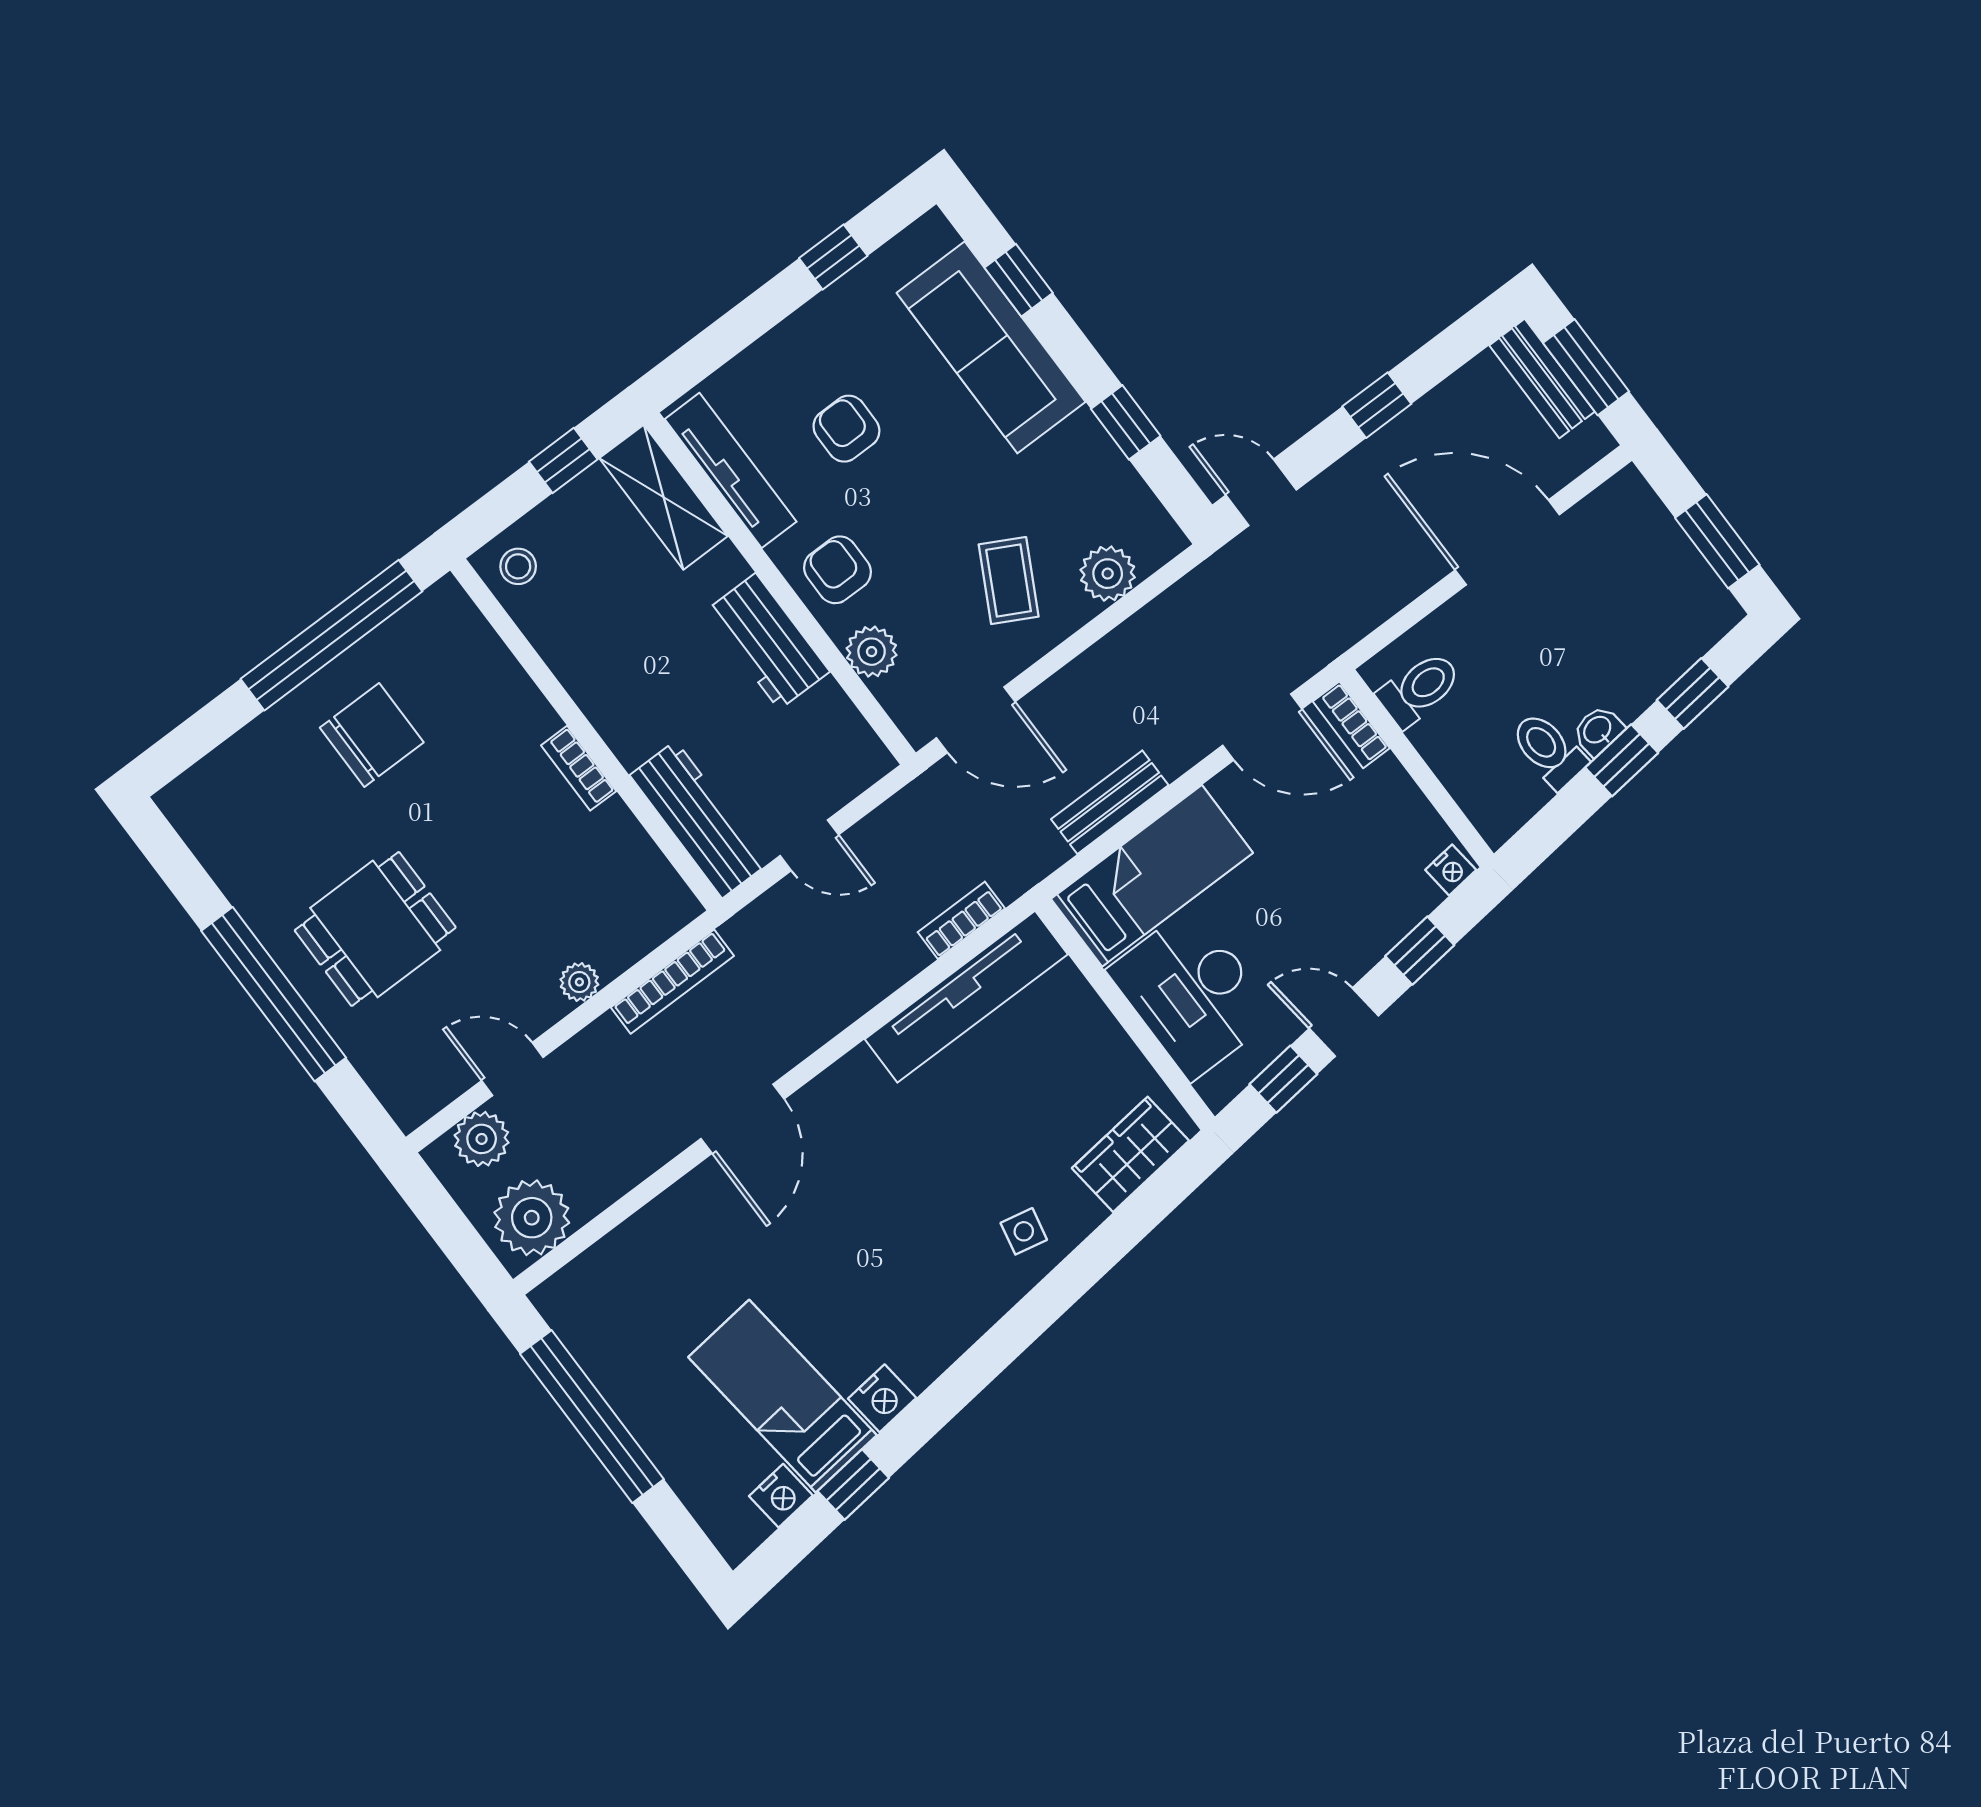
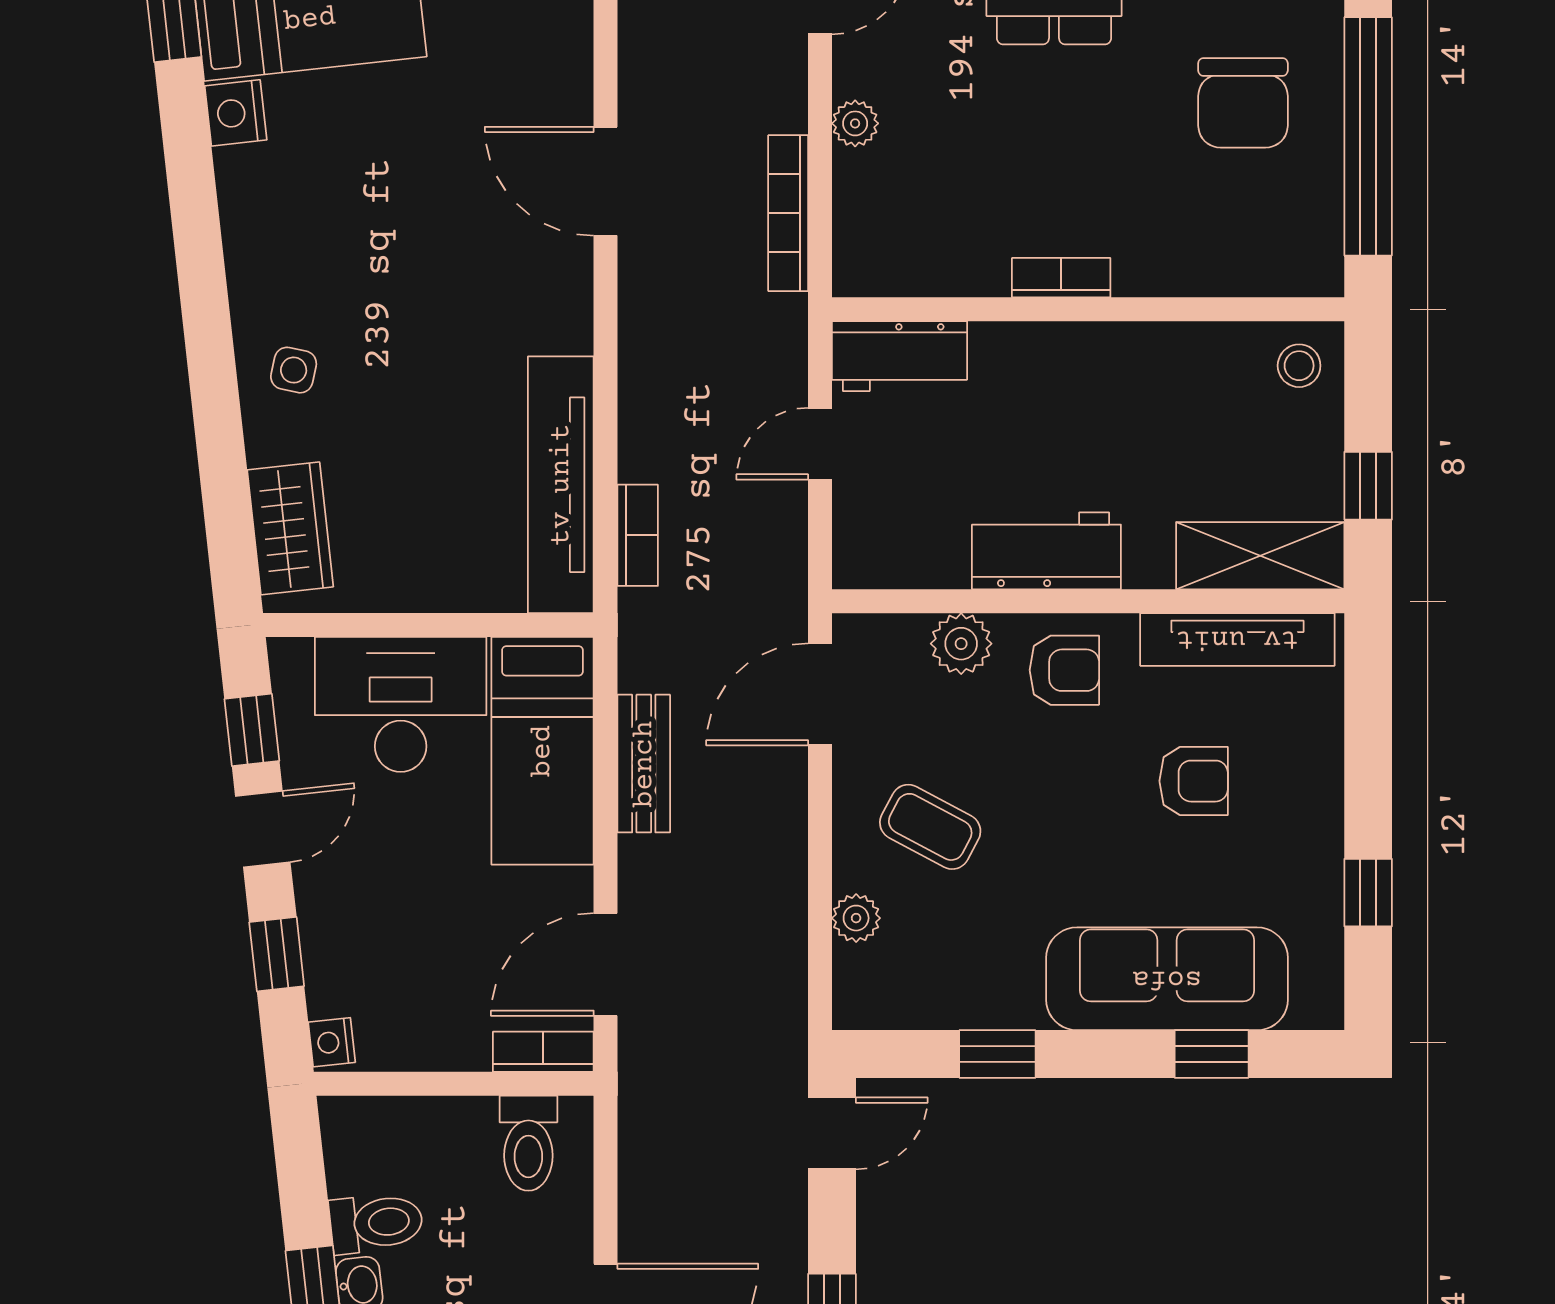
plant: (1108, 574) -> (856, 918), width x0.73, depth x0.73
workbench: (699, 819) -> (900, 356), width x0.73

